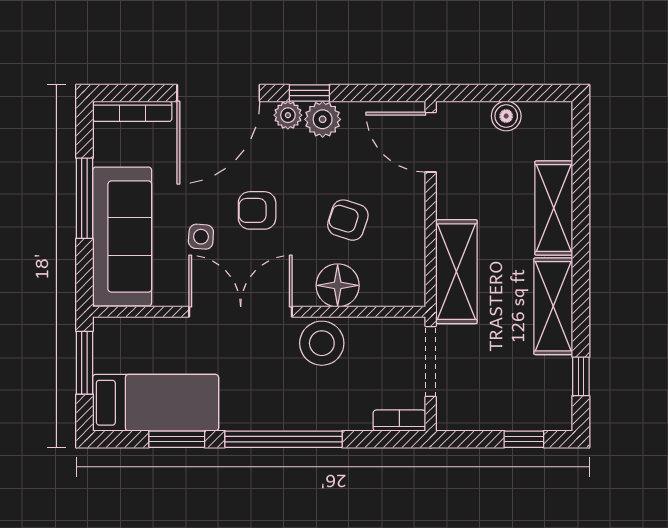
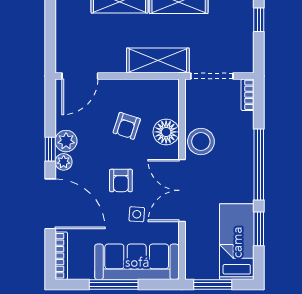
boiler: (506, 116) -> (64, 30), removed

